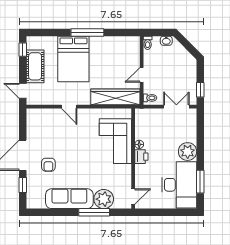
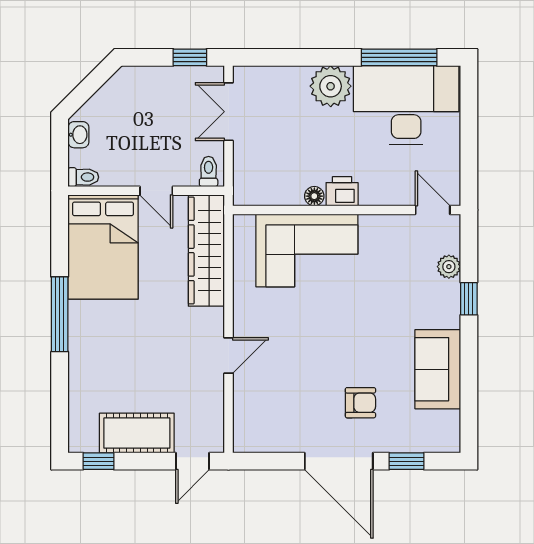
bed: (73, 59) -> (103, 247), moved, turned 90
window: (200, 182) -> (399, 57), width x1.44
sofa: (69, 199) -> (438, 369), width x0.73
plant: (104, 199) -> (449, 267), width x0.53, depth x0.53
window: (94, 212) -> (469, 299), width x0.46

